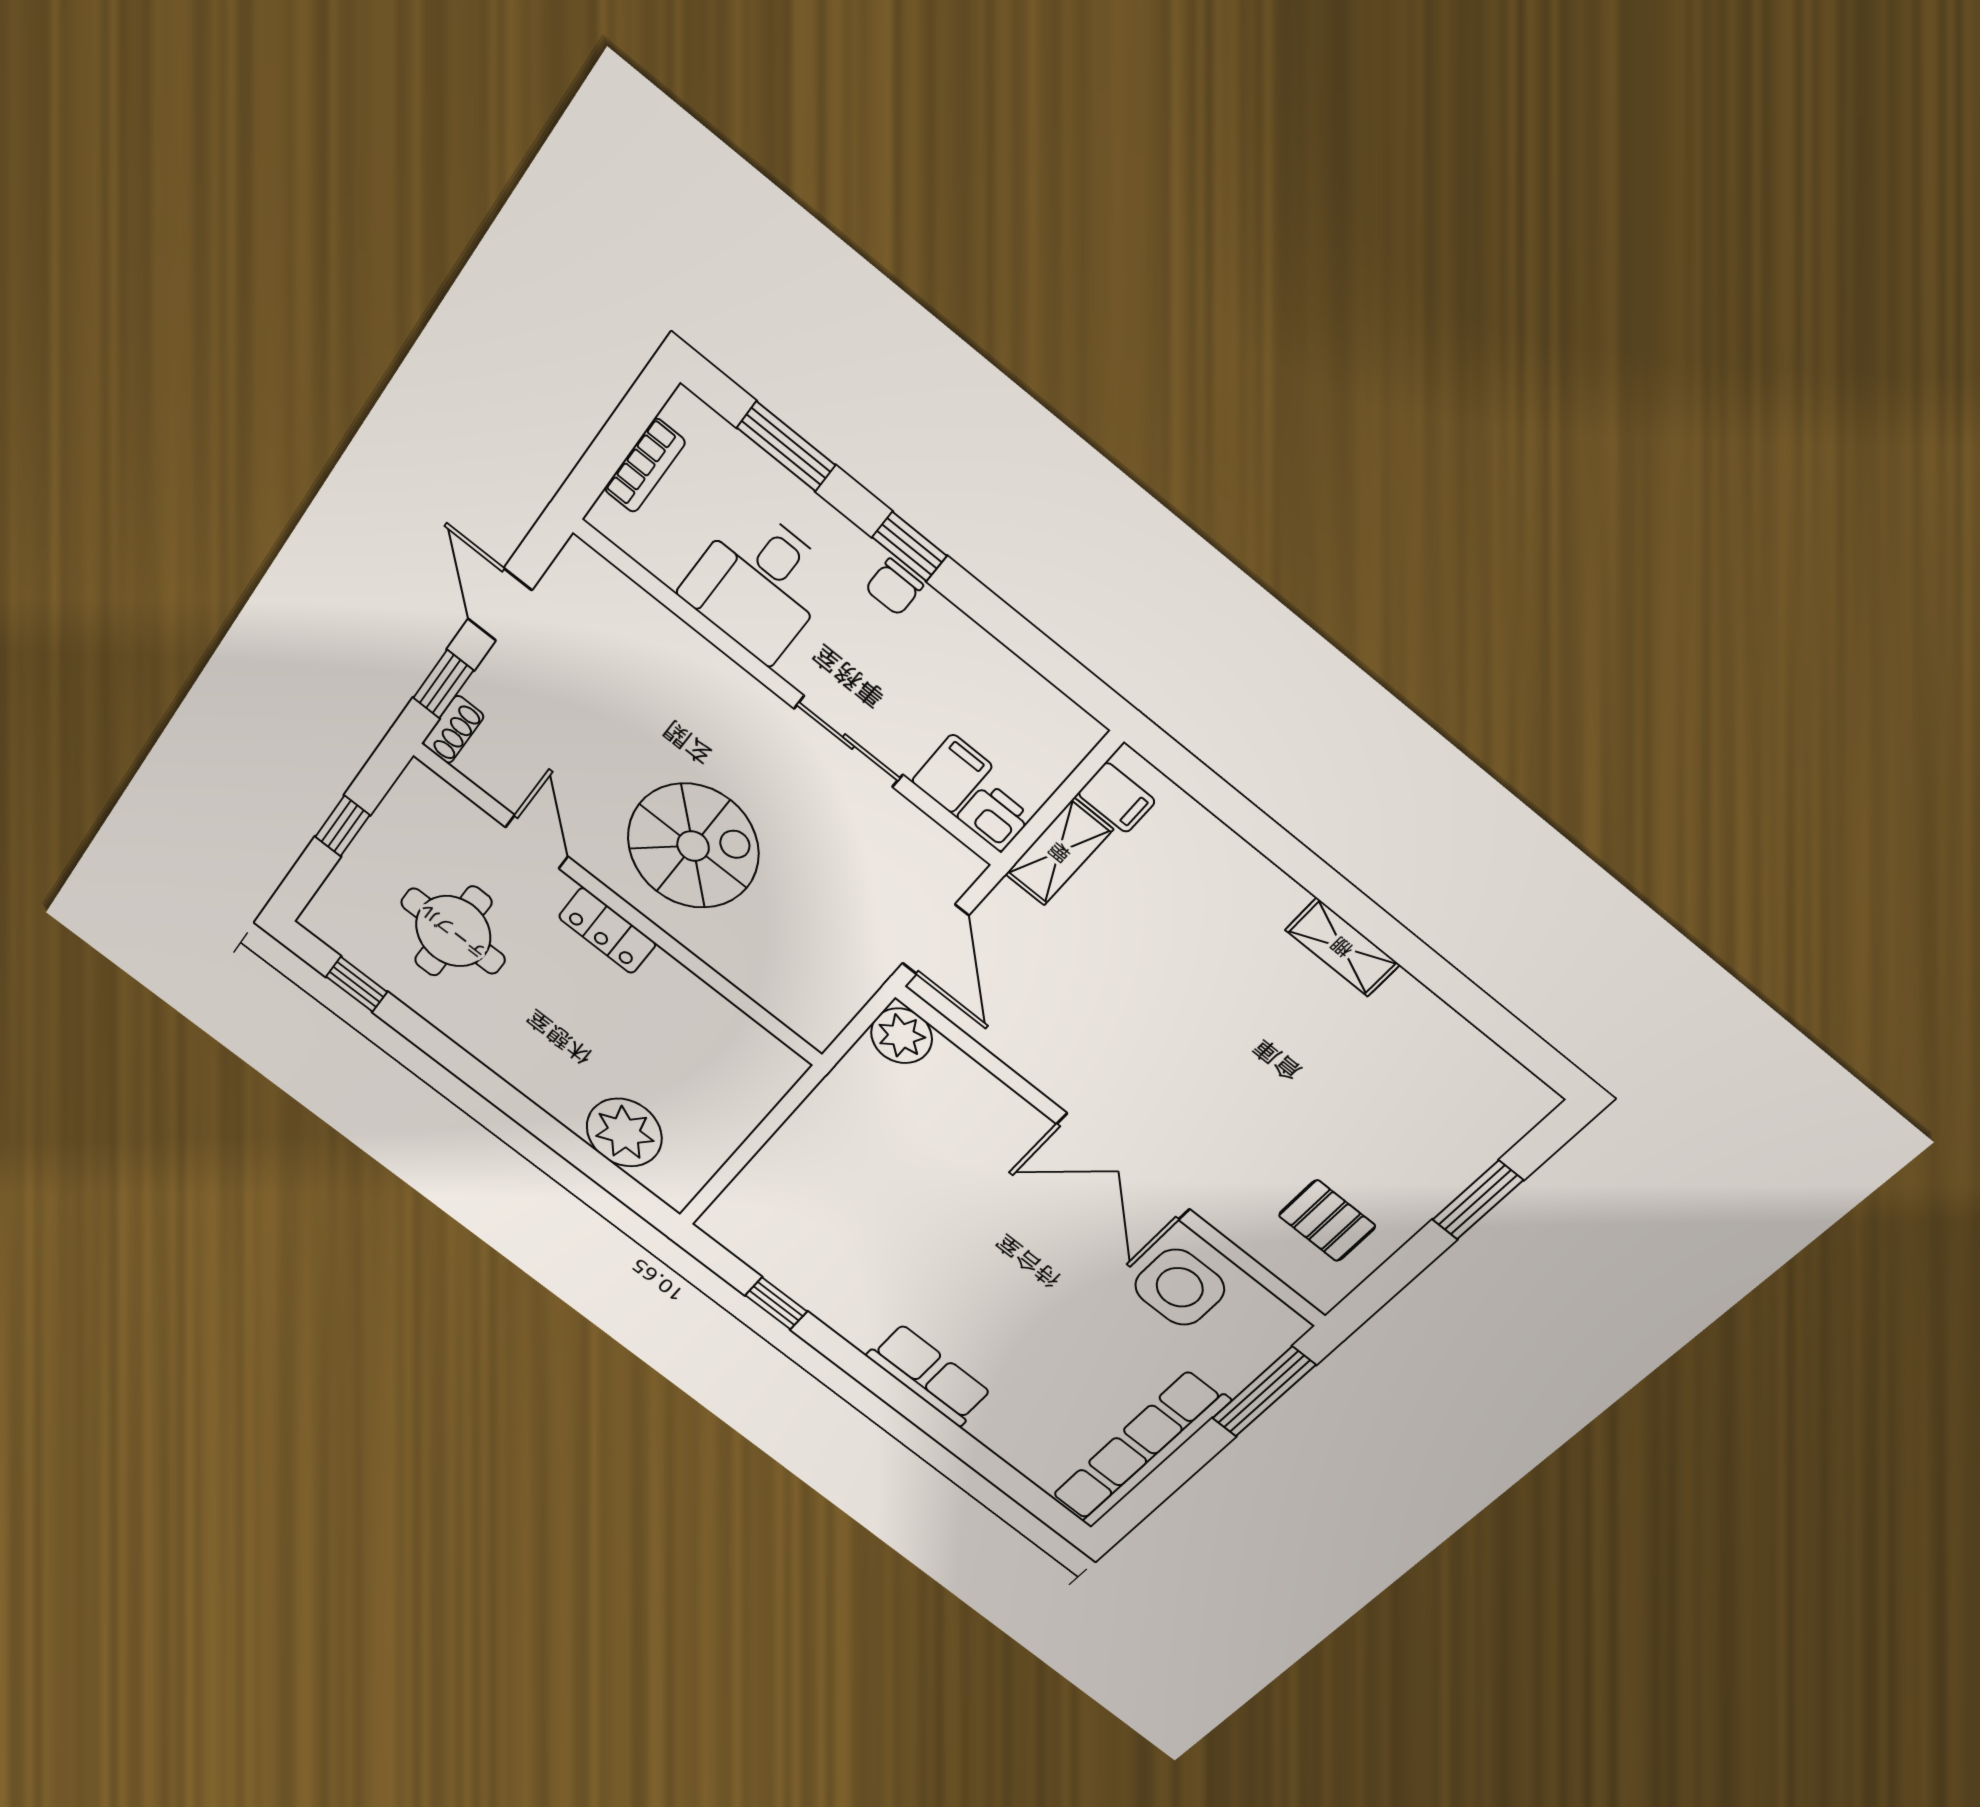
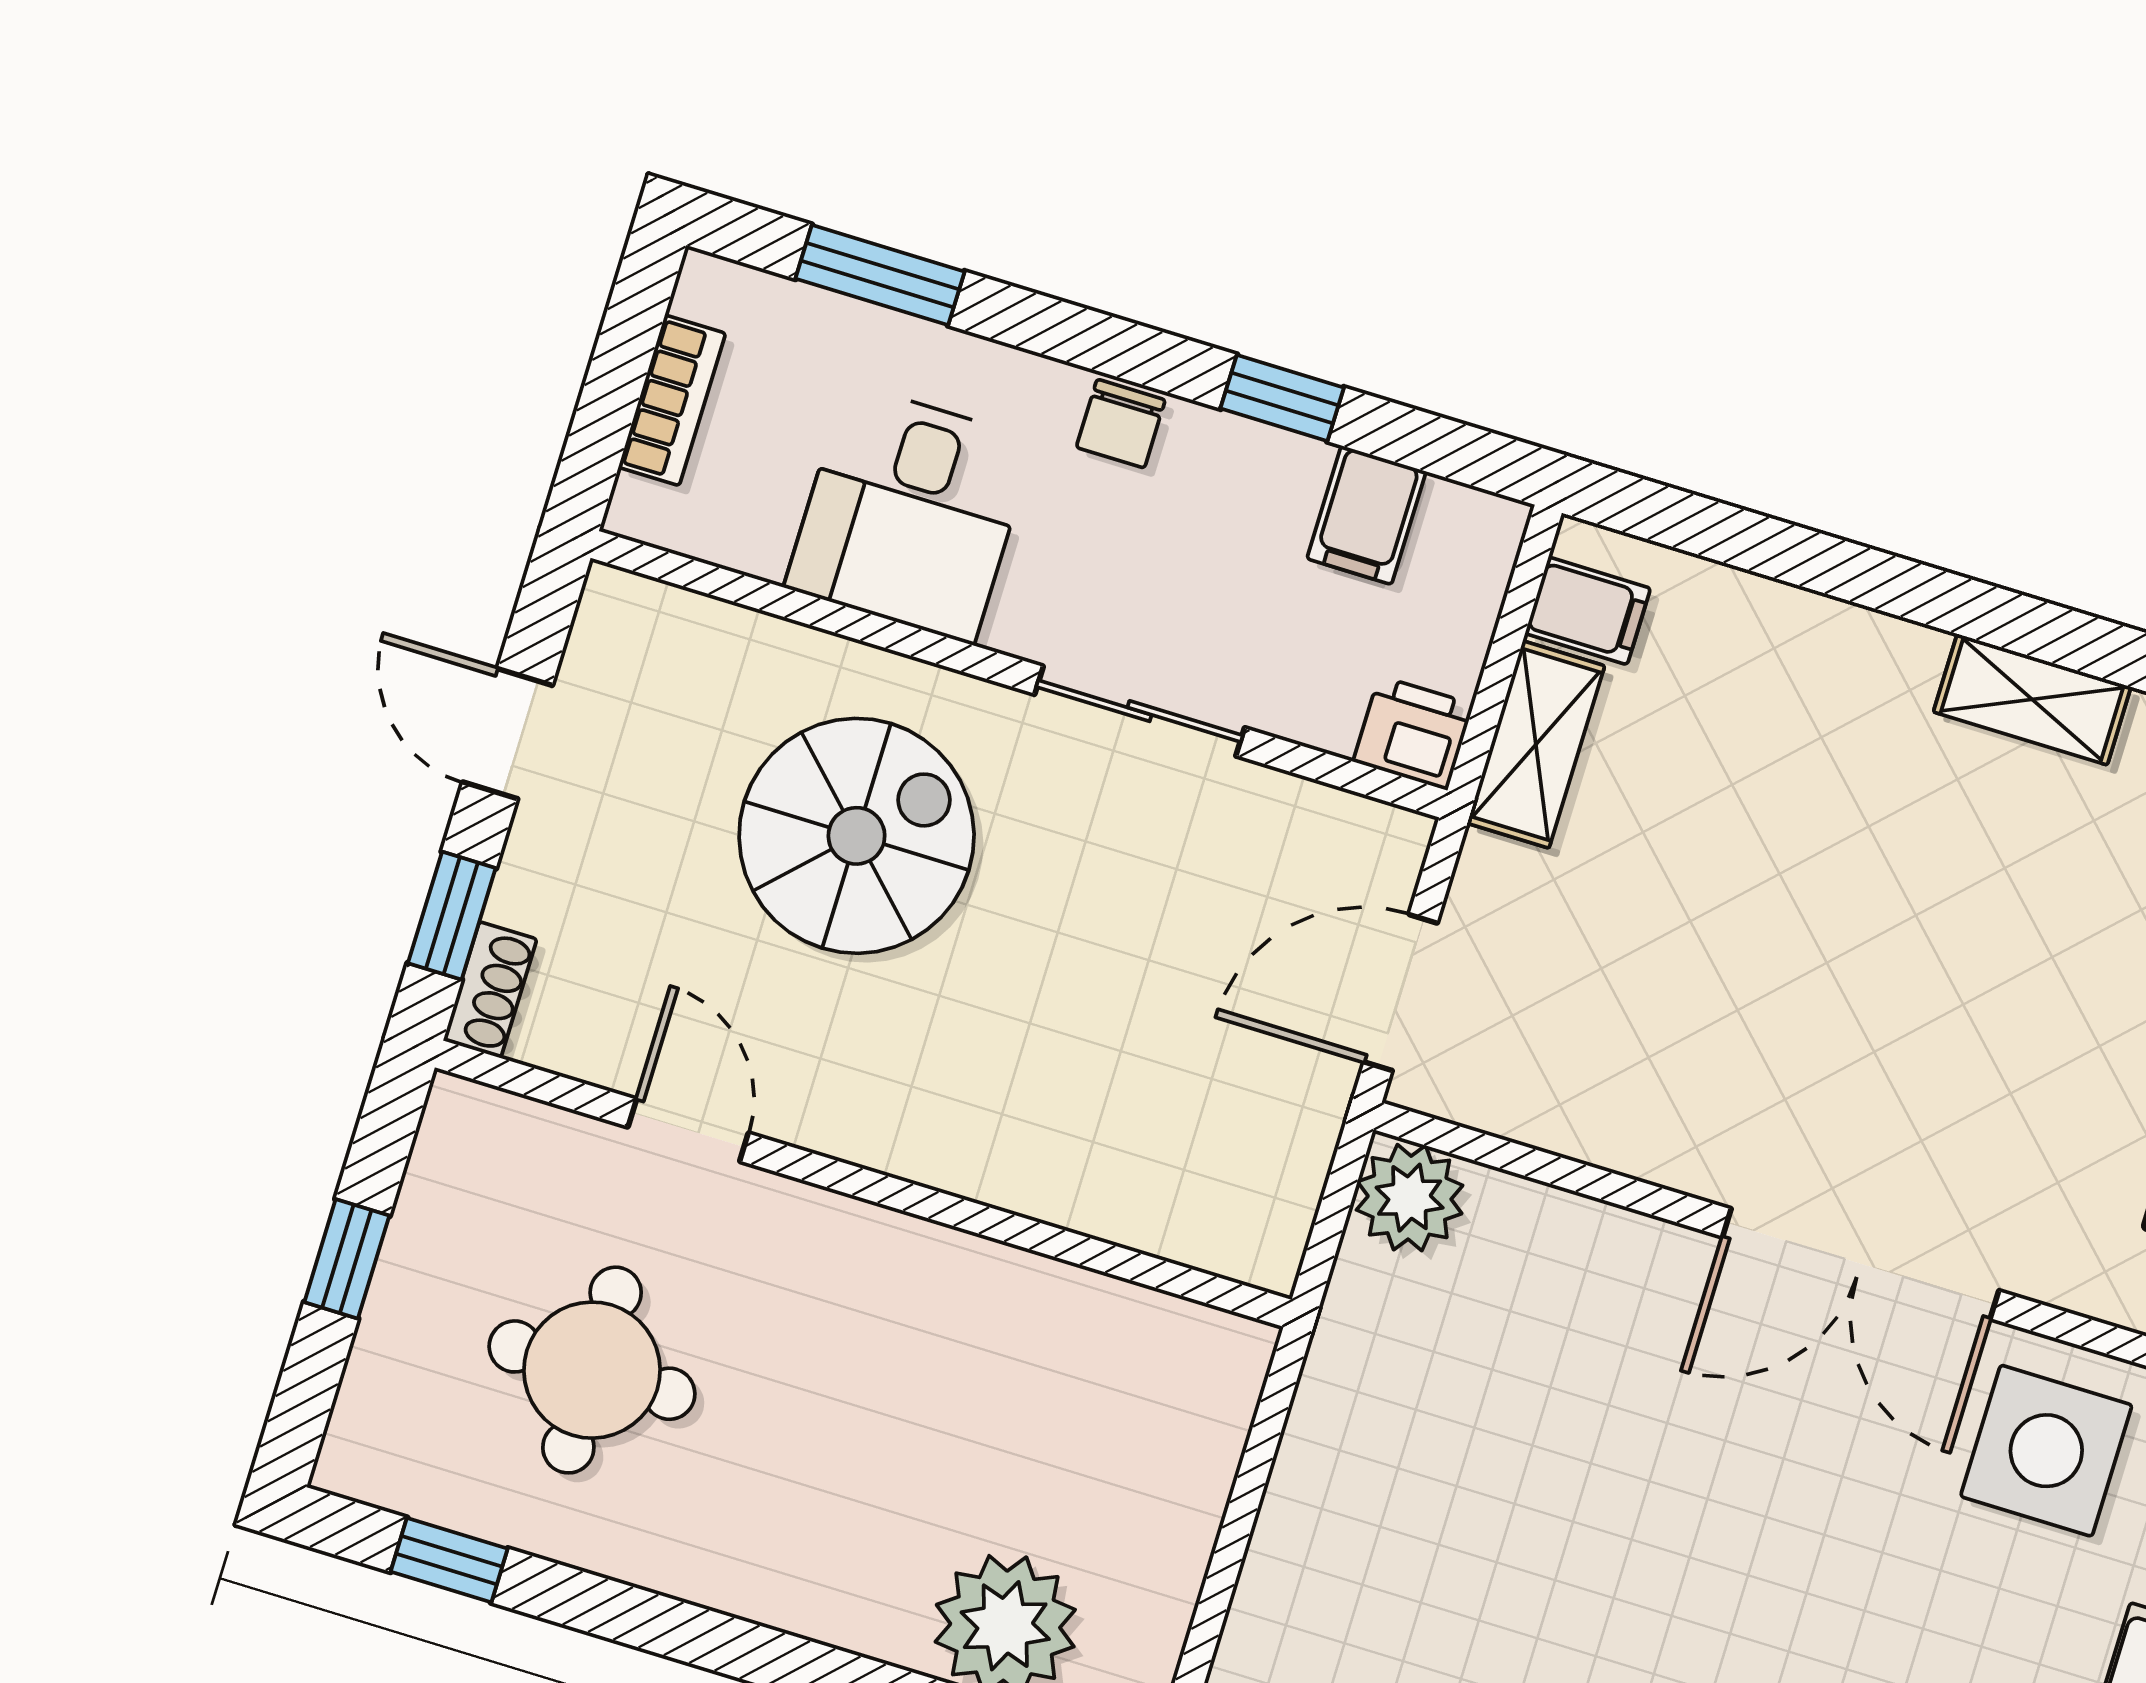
window: (909, 546) -> (1282, 398), moved
filing cabinet: (952, 774) -> (1366, 515), moved, turned 180
spiral stairs: (693, 846) -> (857, 836), moved
locker: (607, 931) -> (856, 1240), removed
door: (936, 939) -> (1401, 992), swing flipped

